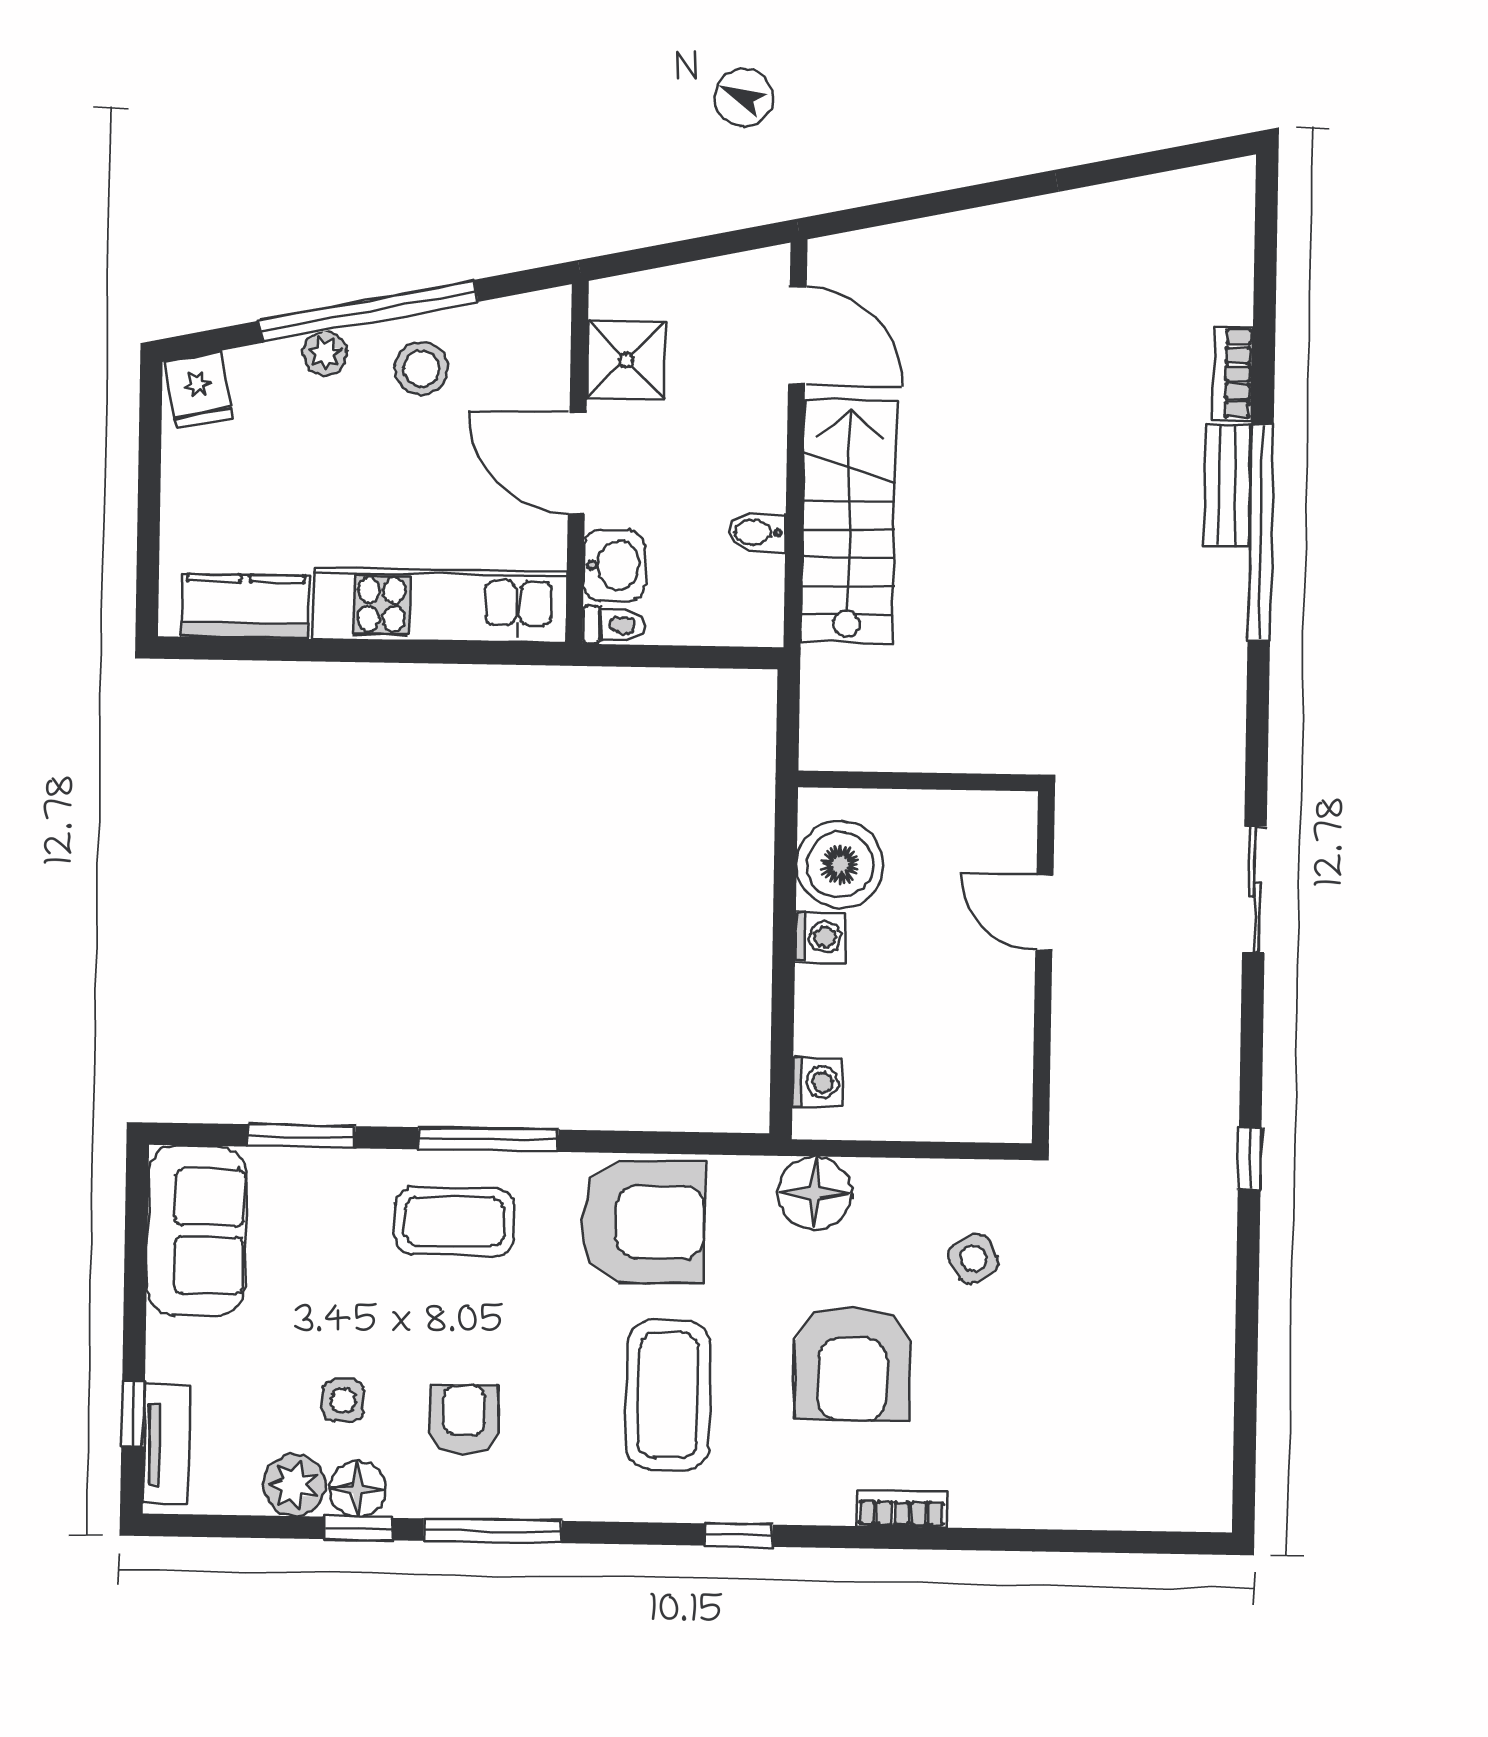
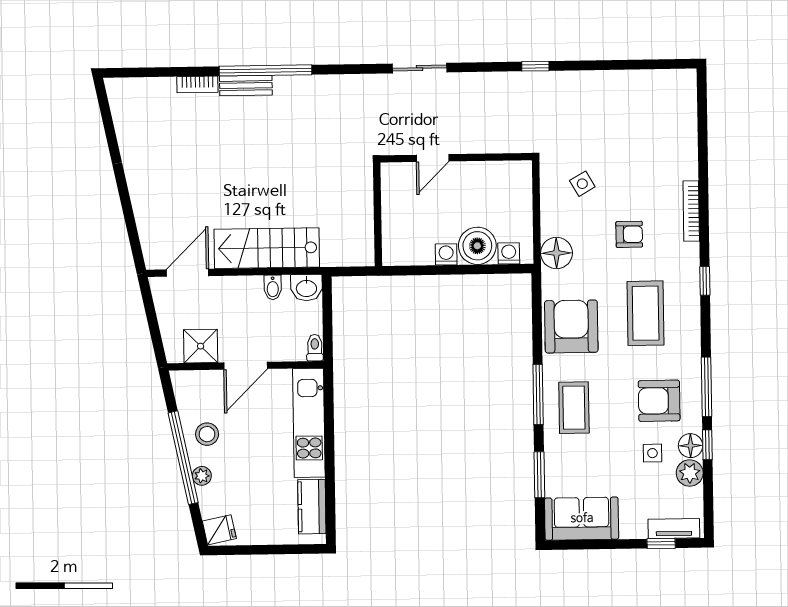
washbasin: (614, 565) -> (306, 288), moved, turned 180
boiler: (840, 865) -> (477, 246), moved
armchair: (852, 1363) -> (629, 234), width x0.53, depth x0.53
coffee table: (668, 1395) -> (646, 313), turned 90
armchair: (464, 1420) -> (659, 401), width x1.38, depth x1.38
bookcase: (902, 1509) -> (691, 211), width x1.56

